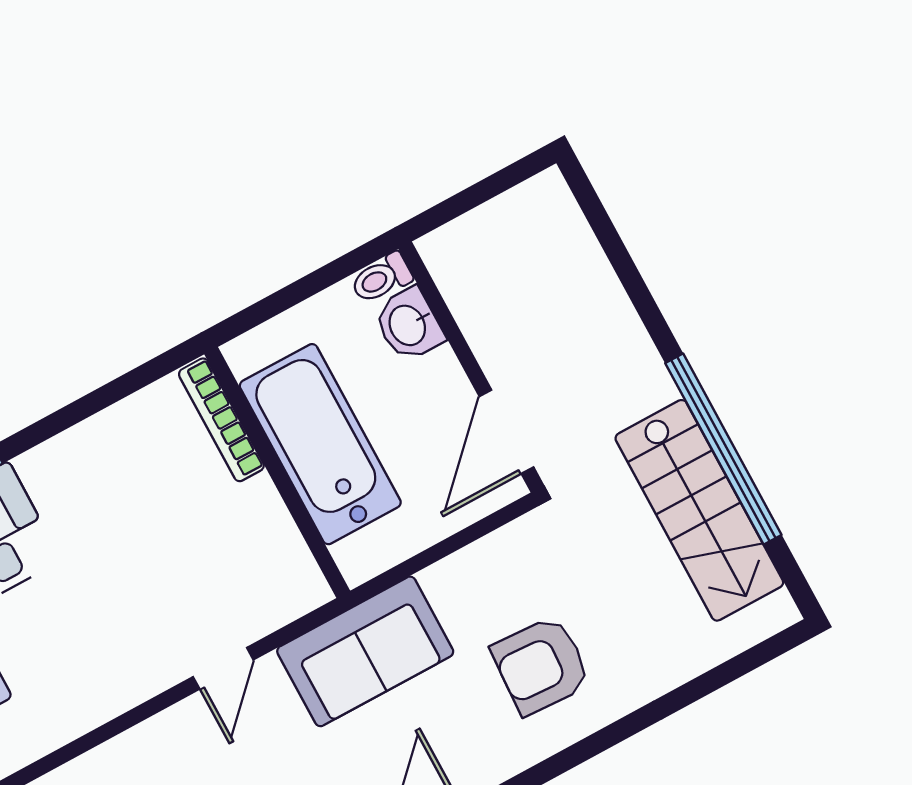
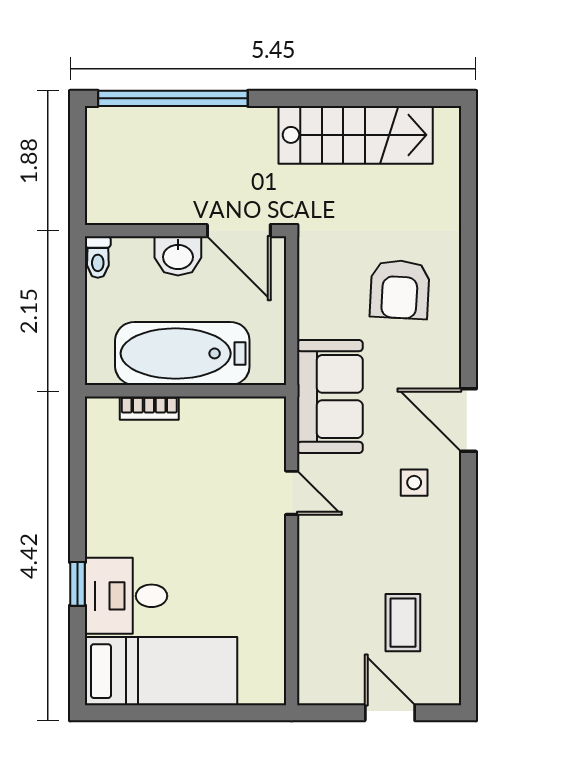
washbasin: (409, 325) -> (178, 256), moved
bookcase: (221, 420) -> (149, 408), width x0.64
window: (723, 449) -> (173, 98), moved

